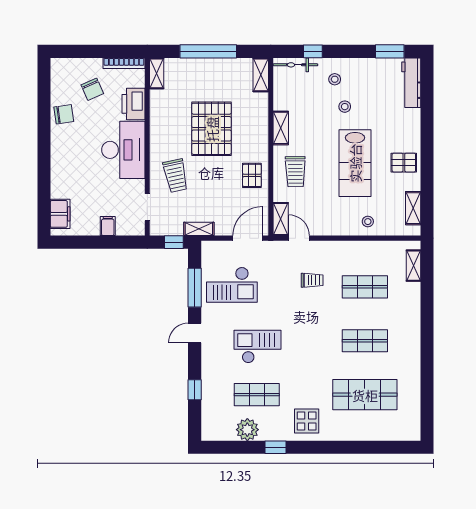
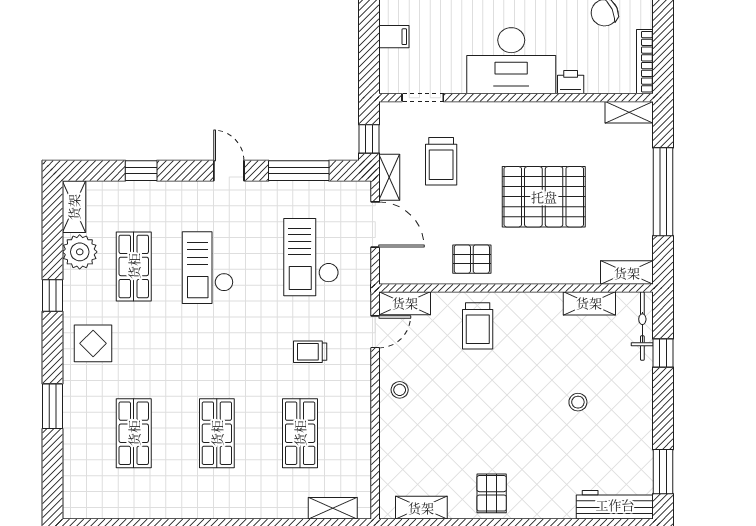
stool: (335, 79) -> (620, 387), removed
printer: (134, 104) -> (571, 82), width x0.53, depth x0.68
shelving: (281, 128) -> (589, 303), moved
lab bench: (355, 163) -> (491, 418), removed
trolley: (295, 172) -> (478, 326), turned -89
trolley: (175, 176) -> (441, 161), moved, turned -78
stool: (368, 222) -> (400, 390), moved
door: (248, 238) -> (375, 224), moved
trolley: (312, 280) -> (310, 352), turned 90
checkout: (232, 285) -> (311, 257), moved
checkout: (258, 347) -> (208, 268), turned 180
shop shelf: (365, 395) -> (134, 433), width x0.70, depth x0.74
shelving: (218, 433) -> (74, 207), added
window: (347, 447) -> (52, 406), added

